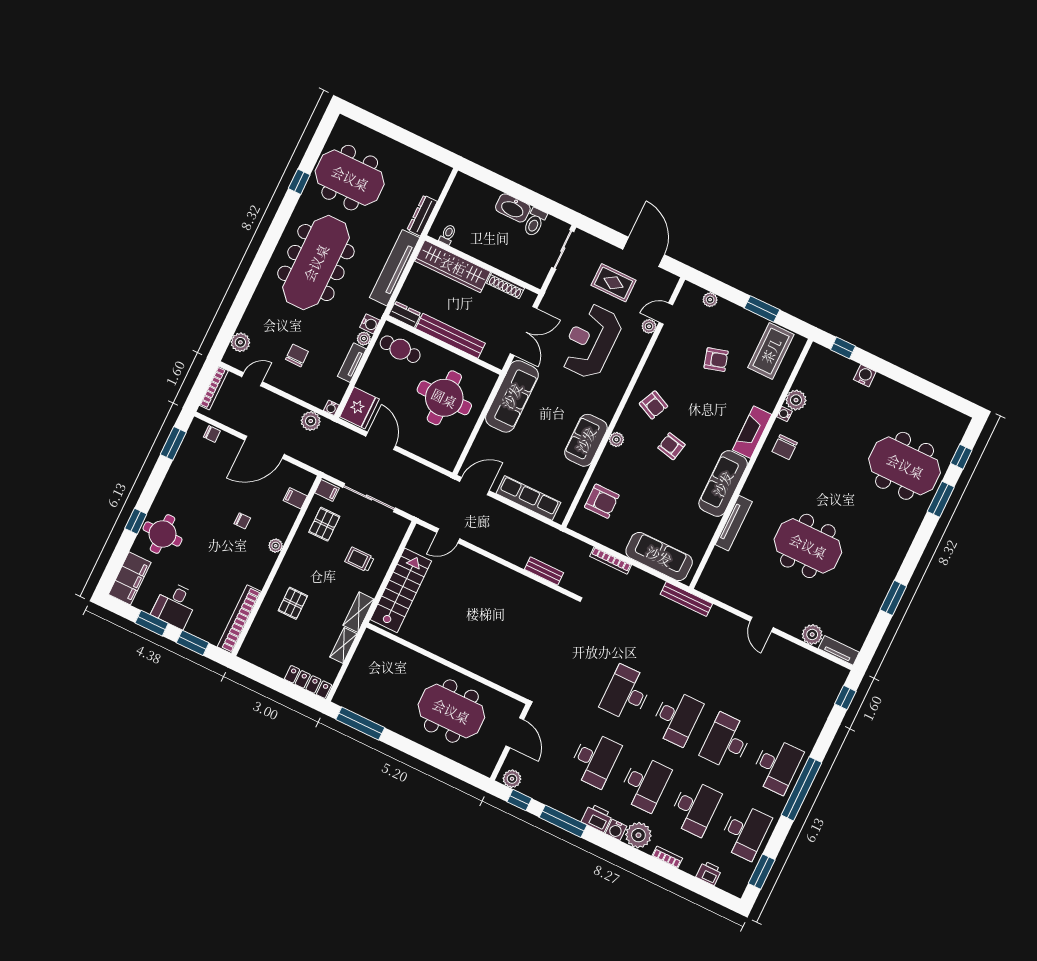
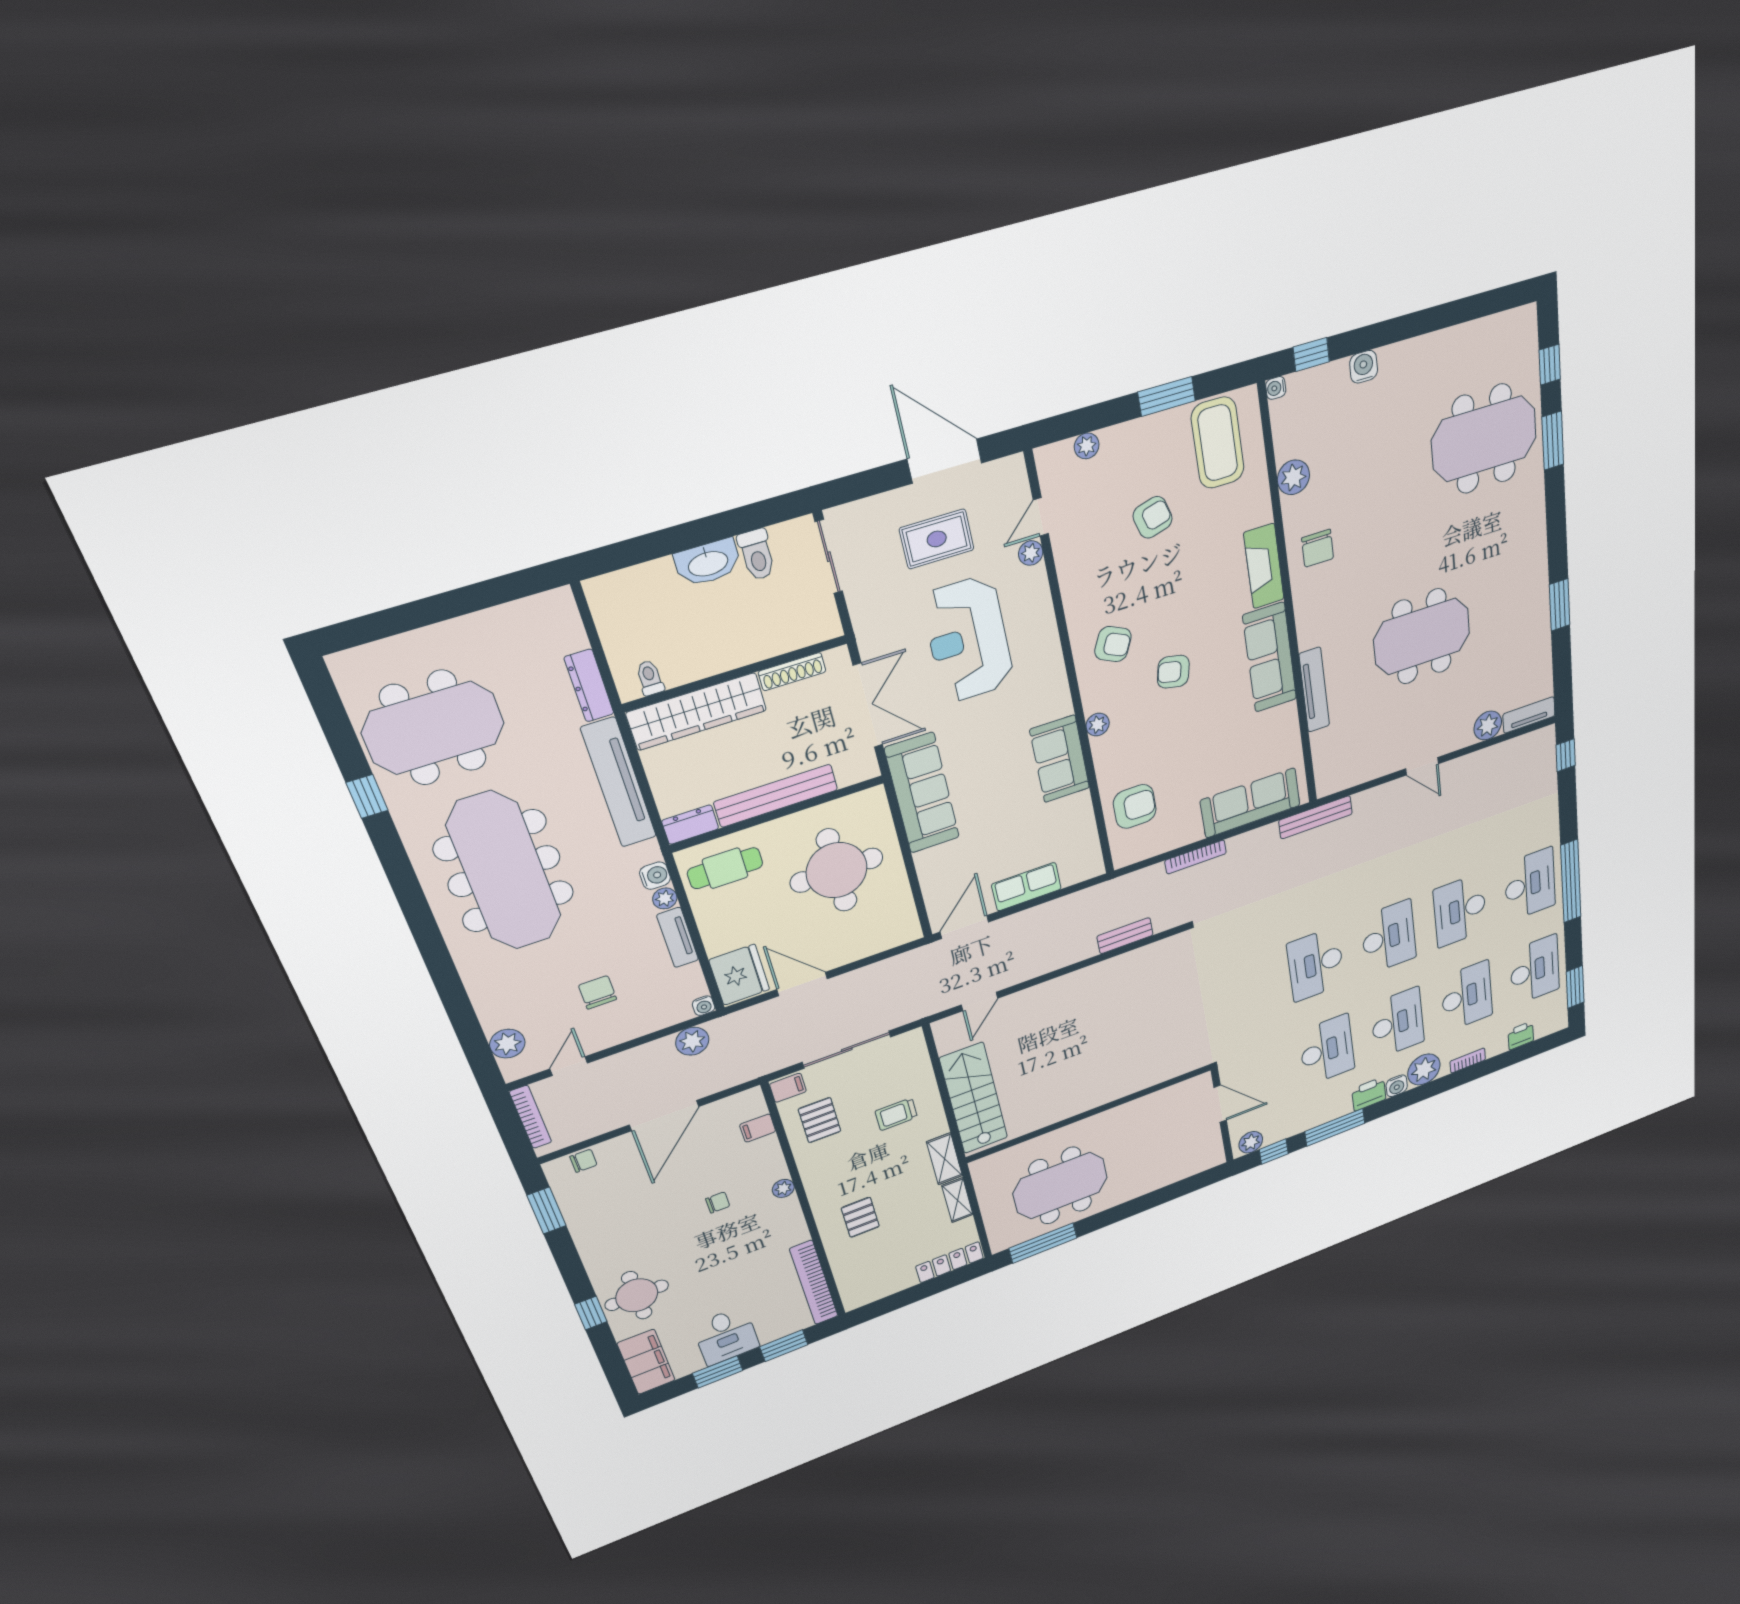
water cooler: (784, 414) -> (1276, 388), moved
row of seats: (528, 498) -> (1026, 887), width x0.68
meeting table: (451, 711) -> (1060, 1186), moved

